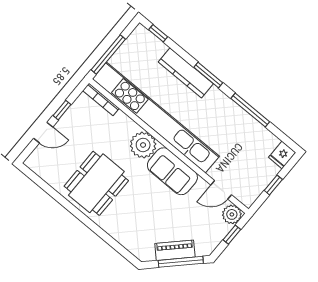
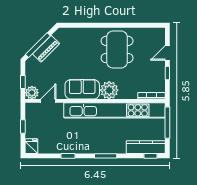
kitchen counter: (186, 73) -> (146, 147), moved
window: (250, 110) -> (68, 156), width x0.46

